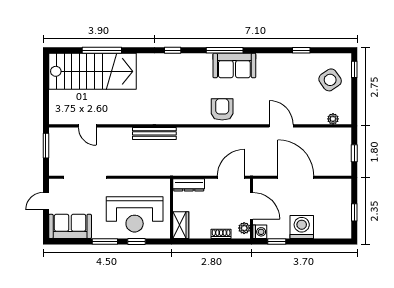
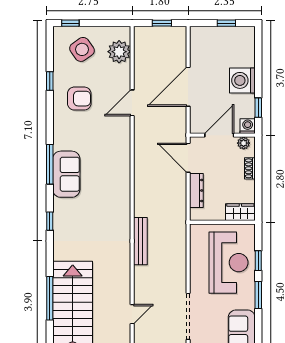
sofa: (234, 65) -> (66, 174), moved
armchair: (222, 109) -> (79, 99), moved, turned 180
plant: (333, 119) -> (119, 52), width x1.88, depth x1.88
dresser: (189, 185) -> (196, 191), moved

